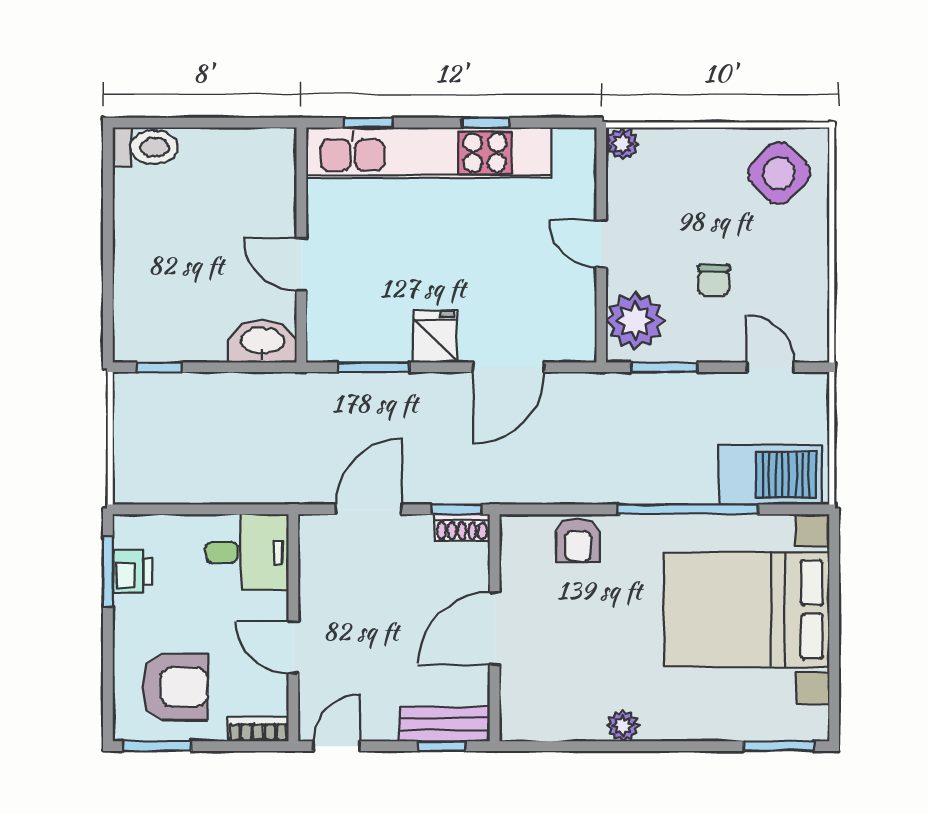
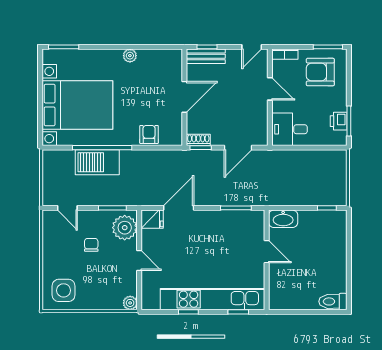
side table: (779, 173) -> (64, 290), turned 45
fridge: (436, 337) -> (152, 219), moved, turned -90
barbecue: (770, 475) -> (97, 162), moved

